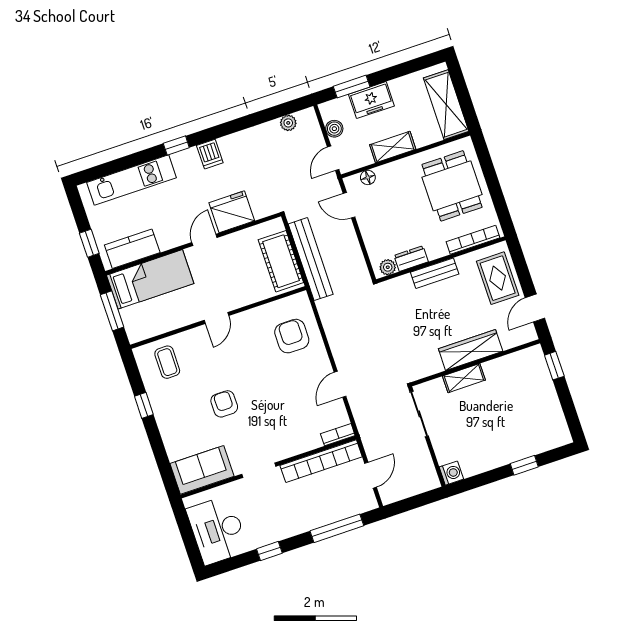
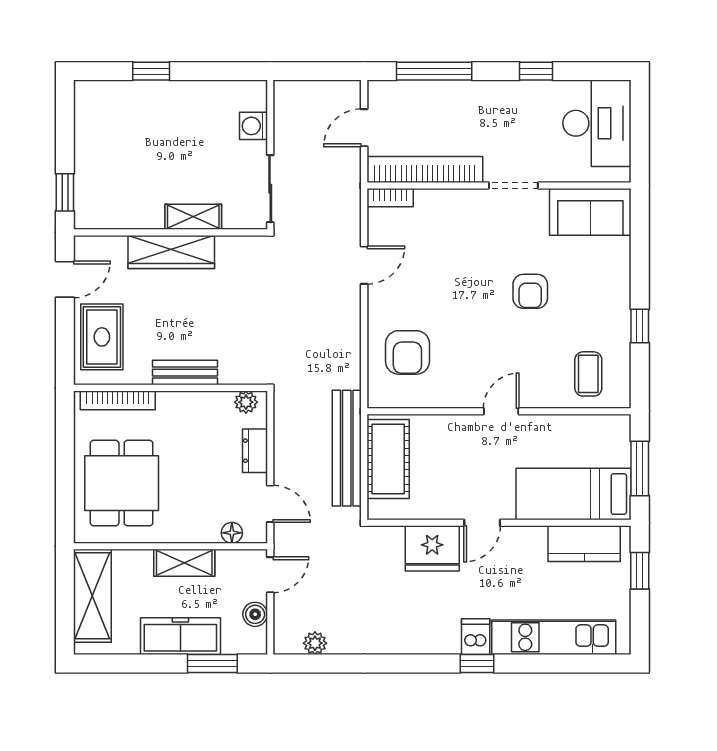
freezer: (371, 100) -> (180, 636), width x1.40
dishwasher: (210, 154) -> (476, 637), moved
dresser: (411, 259) -> (255, 451), moved, turned 90
washing machine: (451, 473) -> (253, 126), moved

